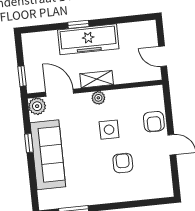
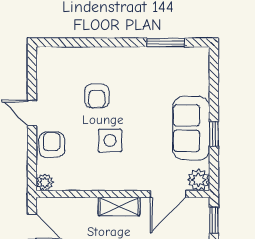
door: (60, 93) -> (168, 194), hinge flipped
plant: (98, 98) -> (45, 182), moved
sofa: (48, 155) -> (191, 128), width x0.73

